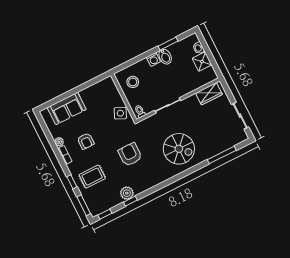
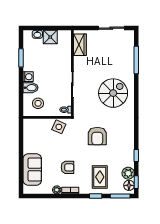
bidet: (165, 57) -> (30, 88), moved
armchair: (130, 154) -> (97, 136), turned -90
plant: (127, 193) -> (128, 173), moved
floor lamp: (98, 209) -> (129, 185), added

